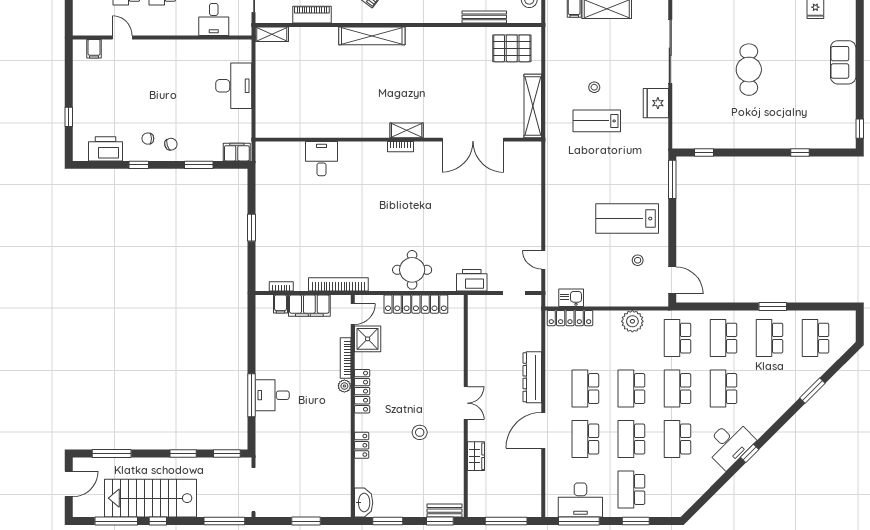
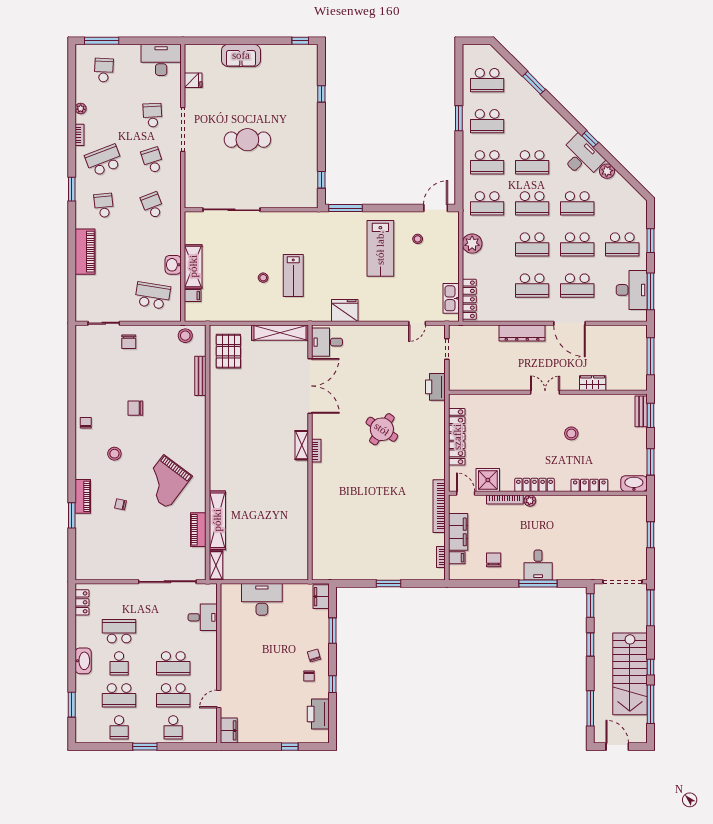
shelving: (372, 36) -> (217, 520), moved
filing cabinet: (94, 49) -> (229, 730), width x2.00
fridge: (656, 103) -> (345, 310), moved, turned 180
desk: (321, 159) -> (327, 342), moved
round table: (412, 270) -> (382, 429), moved, turned 34
kitchen sink: (571, 298) -> (451, 298), width x1.38
chair: (278, 345) -> (494, 560), added
locker: (362, 445) -> (589, 485), width x1.53
plant: (714, 472) -> (607, 171), added

